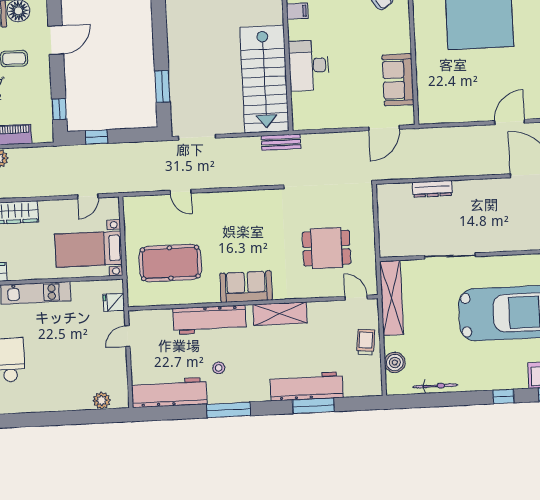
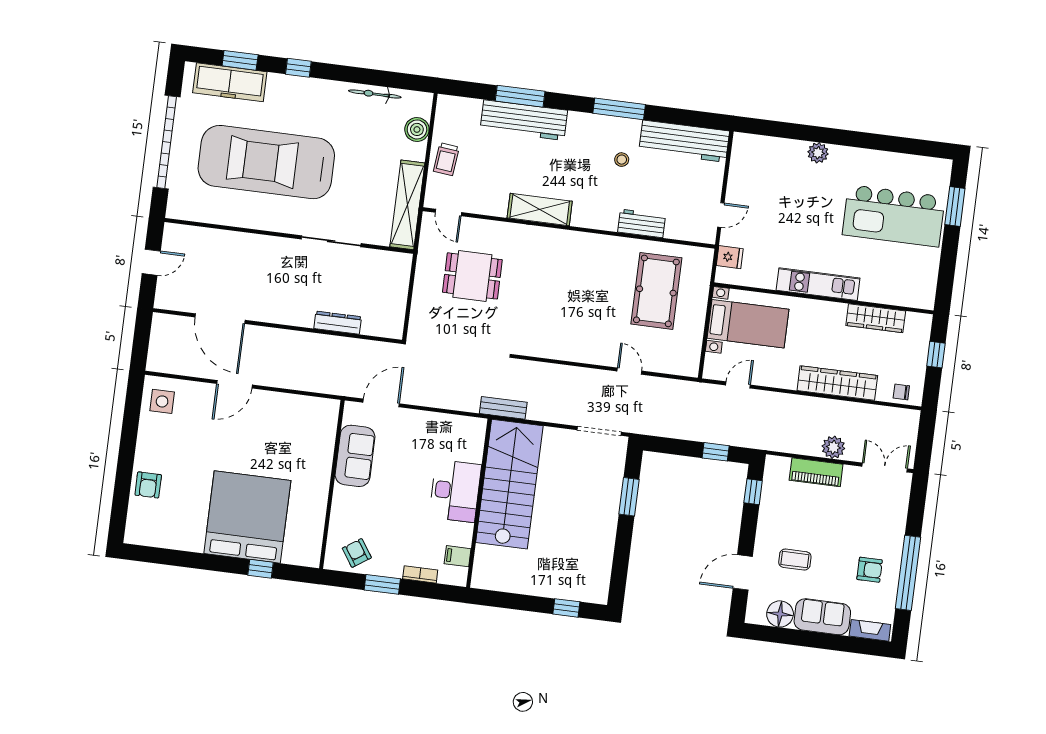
pool table: (170, 263) -> (656, 291), turned 90
sofa: (246, 287) -> (573, 248), removed
workbench: (210, 320) -> (642, 223), width x0.53, depth x0.76
plant: (102, 401) -> (818, 153), moved

